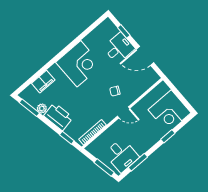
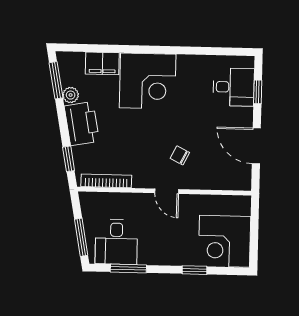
desk: (119, 48) -> (234, 87), moved
corner desk: (79, 64) -> (148, 81), moved

